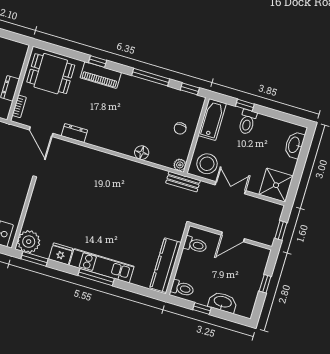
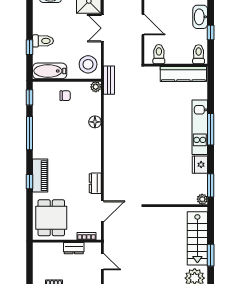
double door: (230, 188) -> (102, 28), moved
plant: (29, 242) -> (202, 199), width x0.53, depth x0.53

